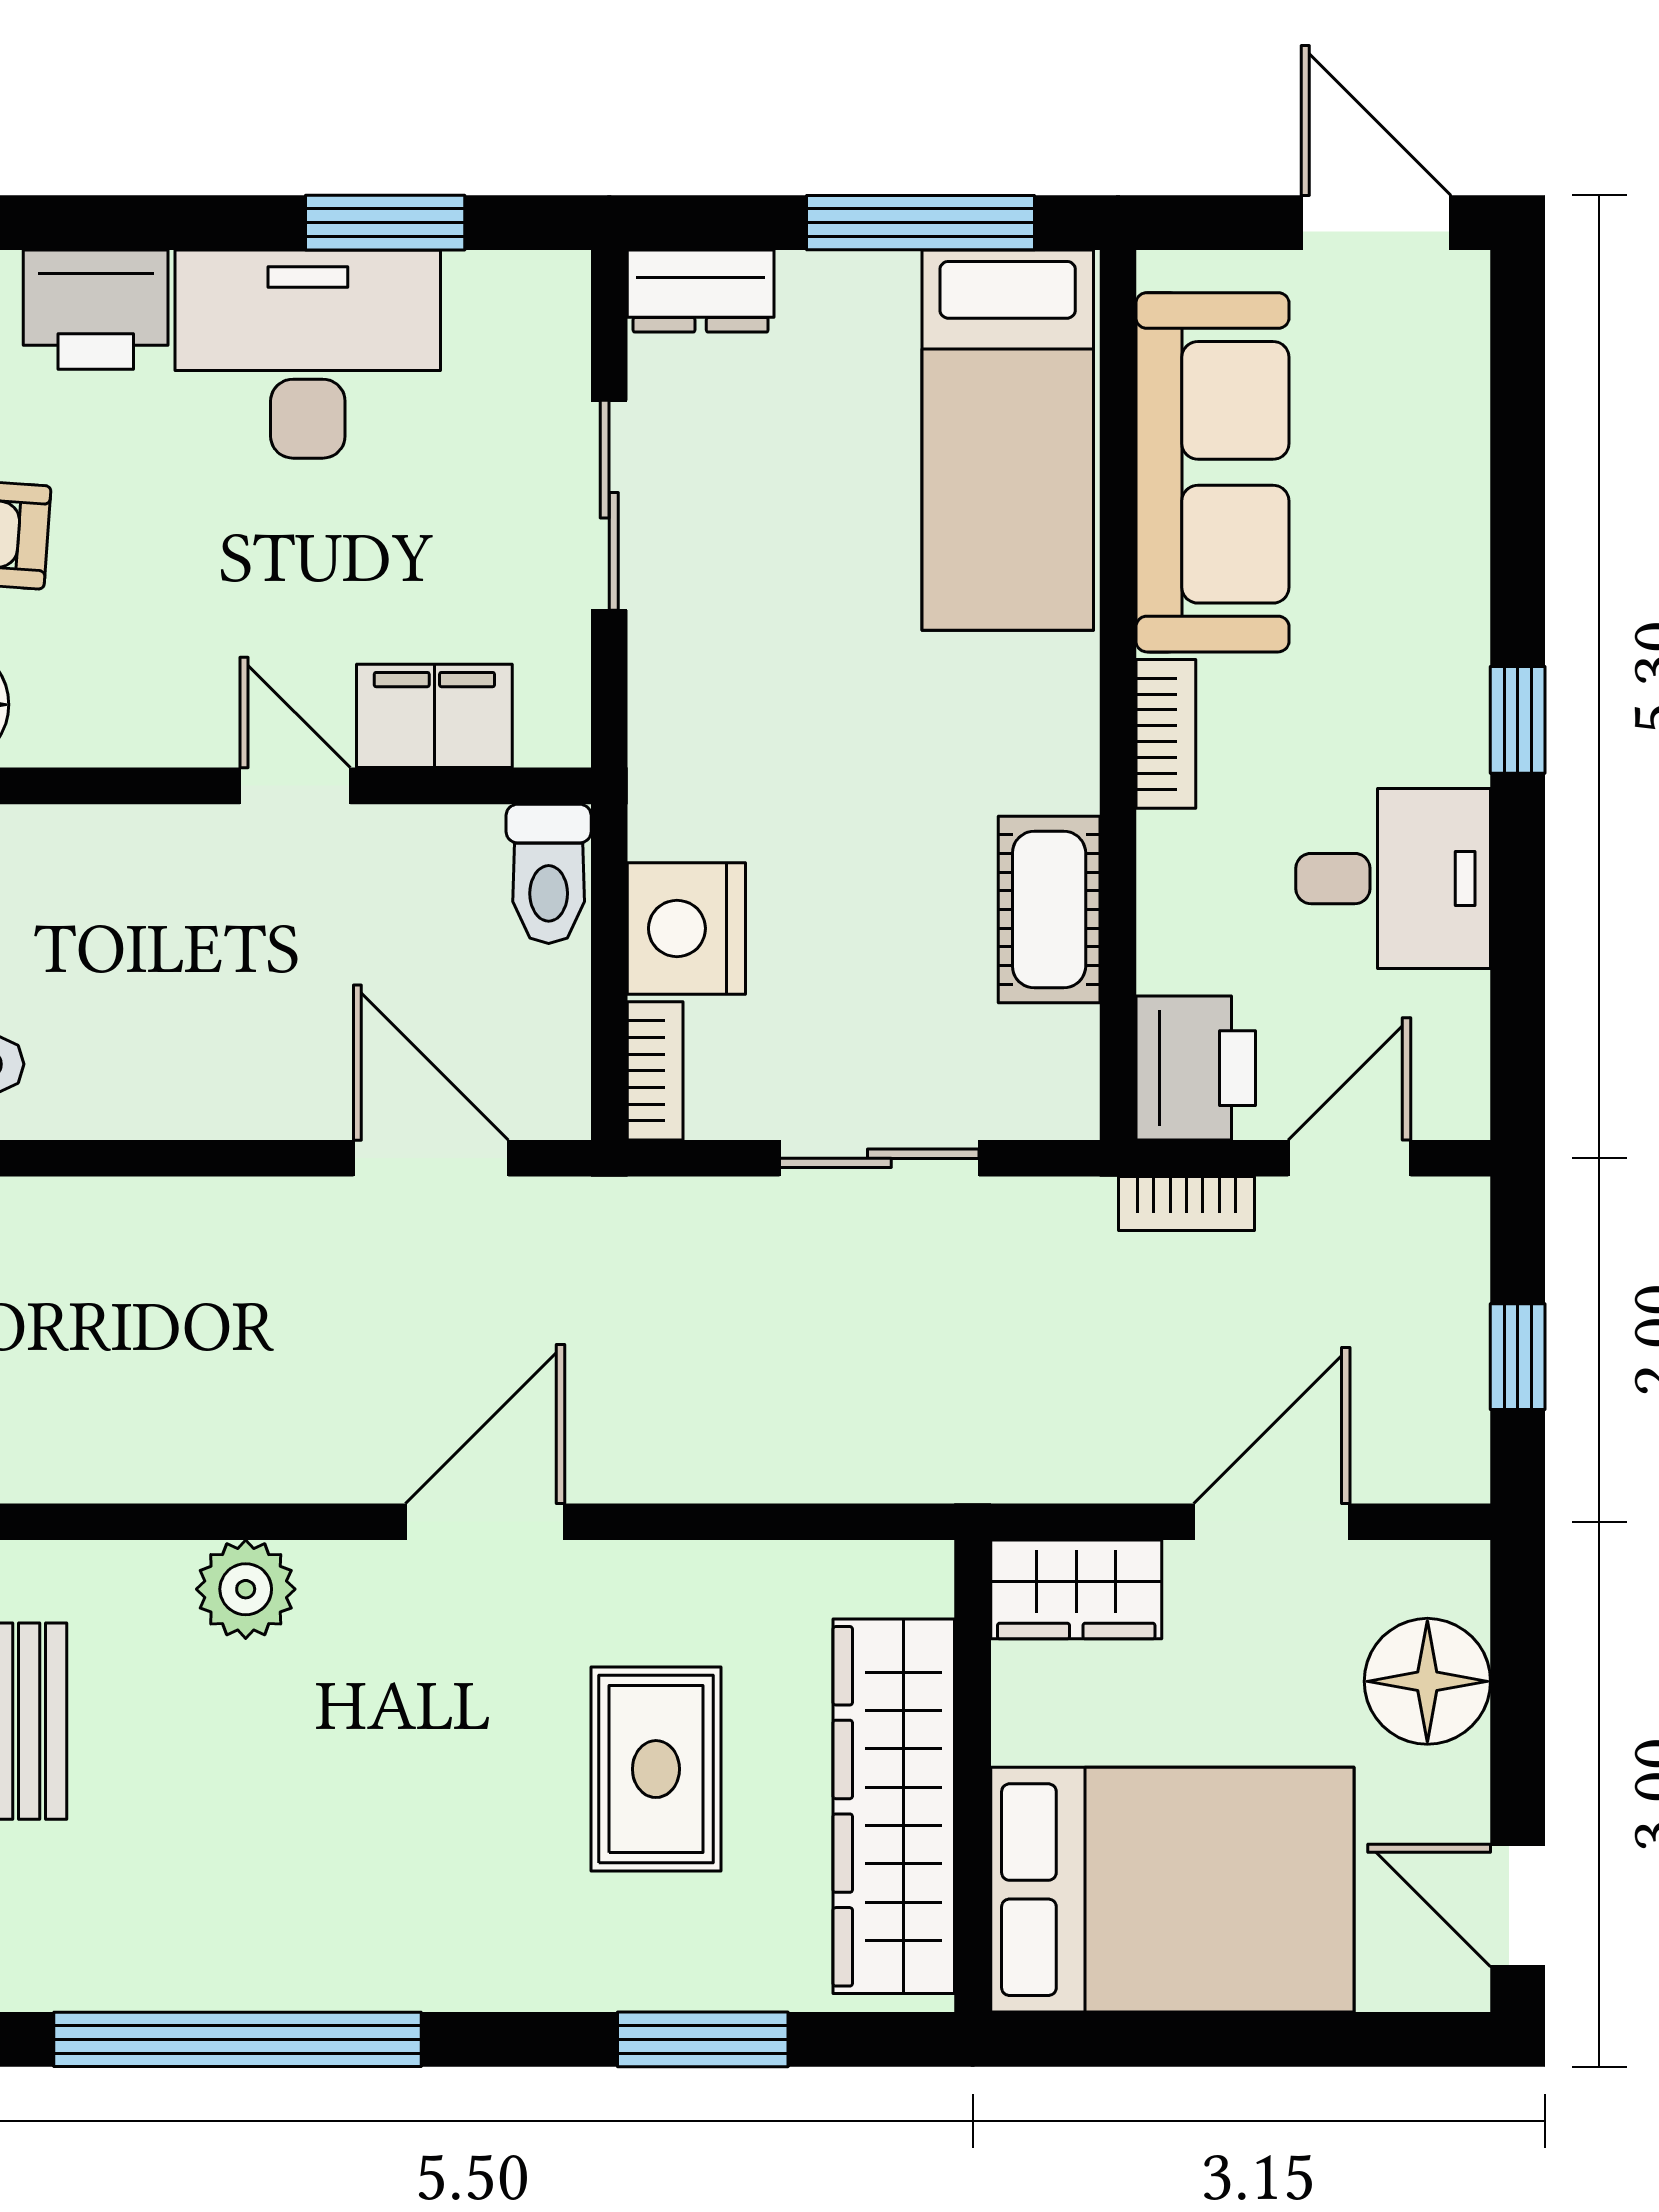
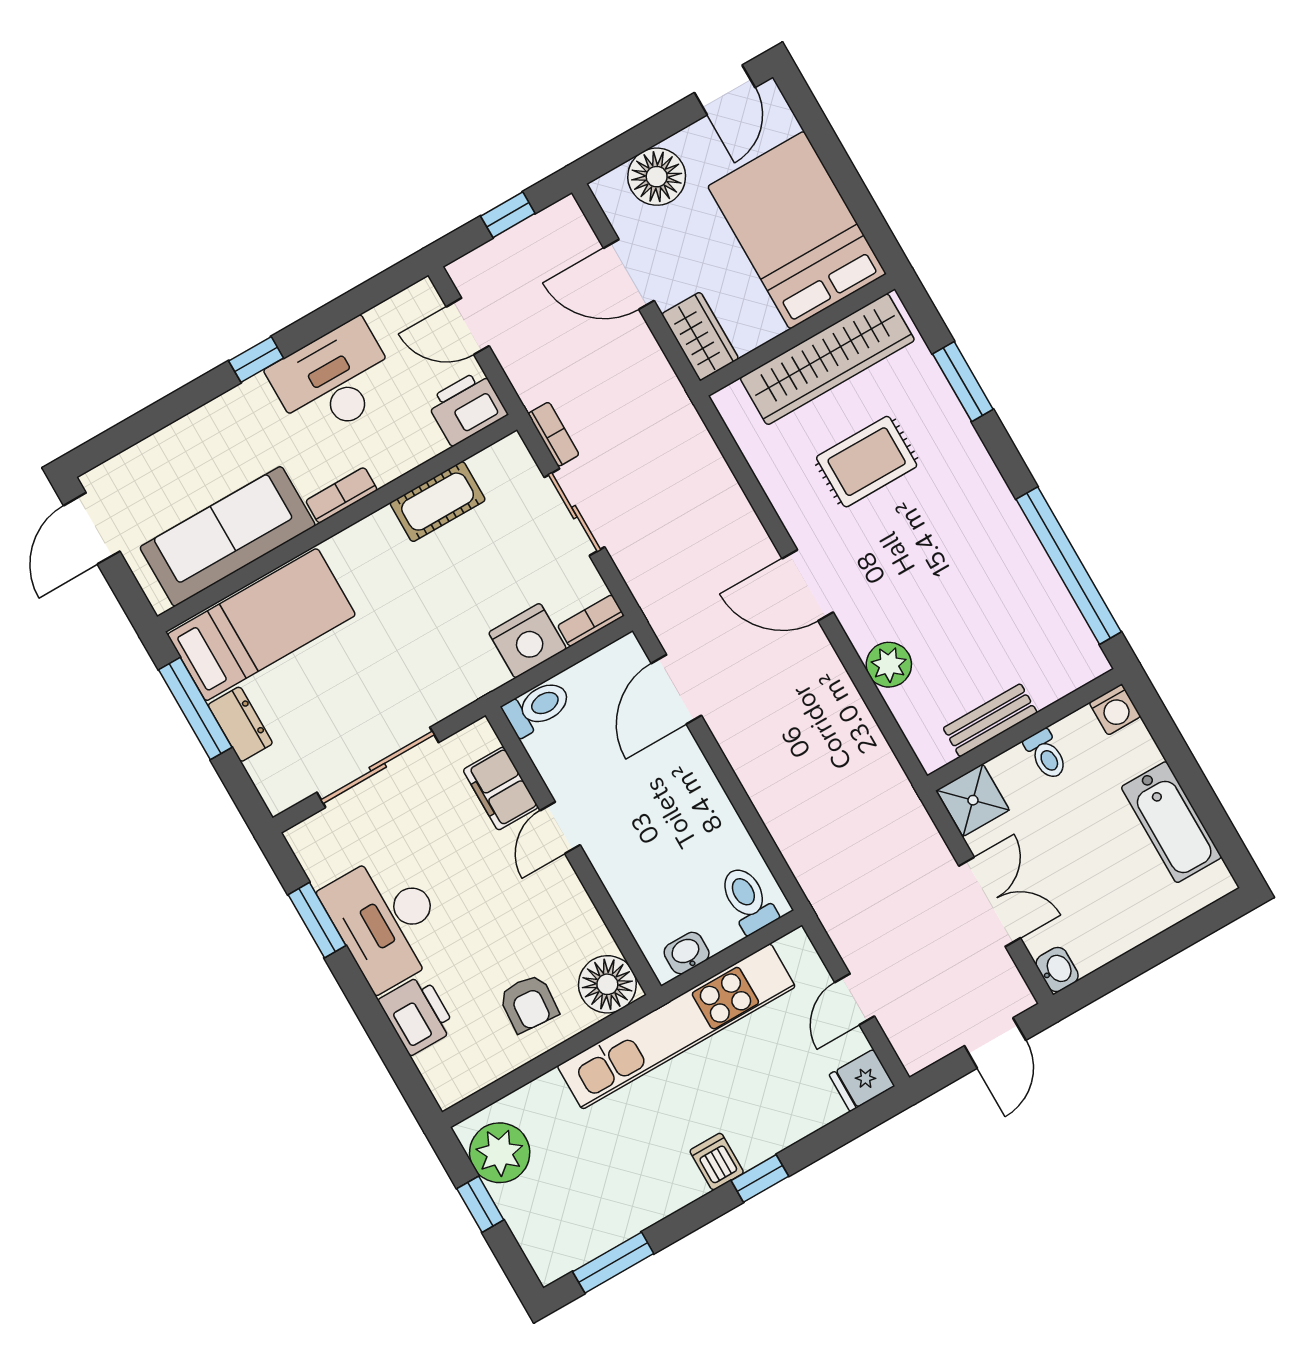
dresser: (701, 291) -> (240, 724), moved
sliding door: (609, 505) -> (378, 767), width x1.37
desk: (1393, 879) -> (334, 380), width x1.37
bookcase: (1186, 1204) -> (553, 434), moved

